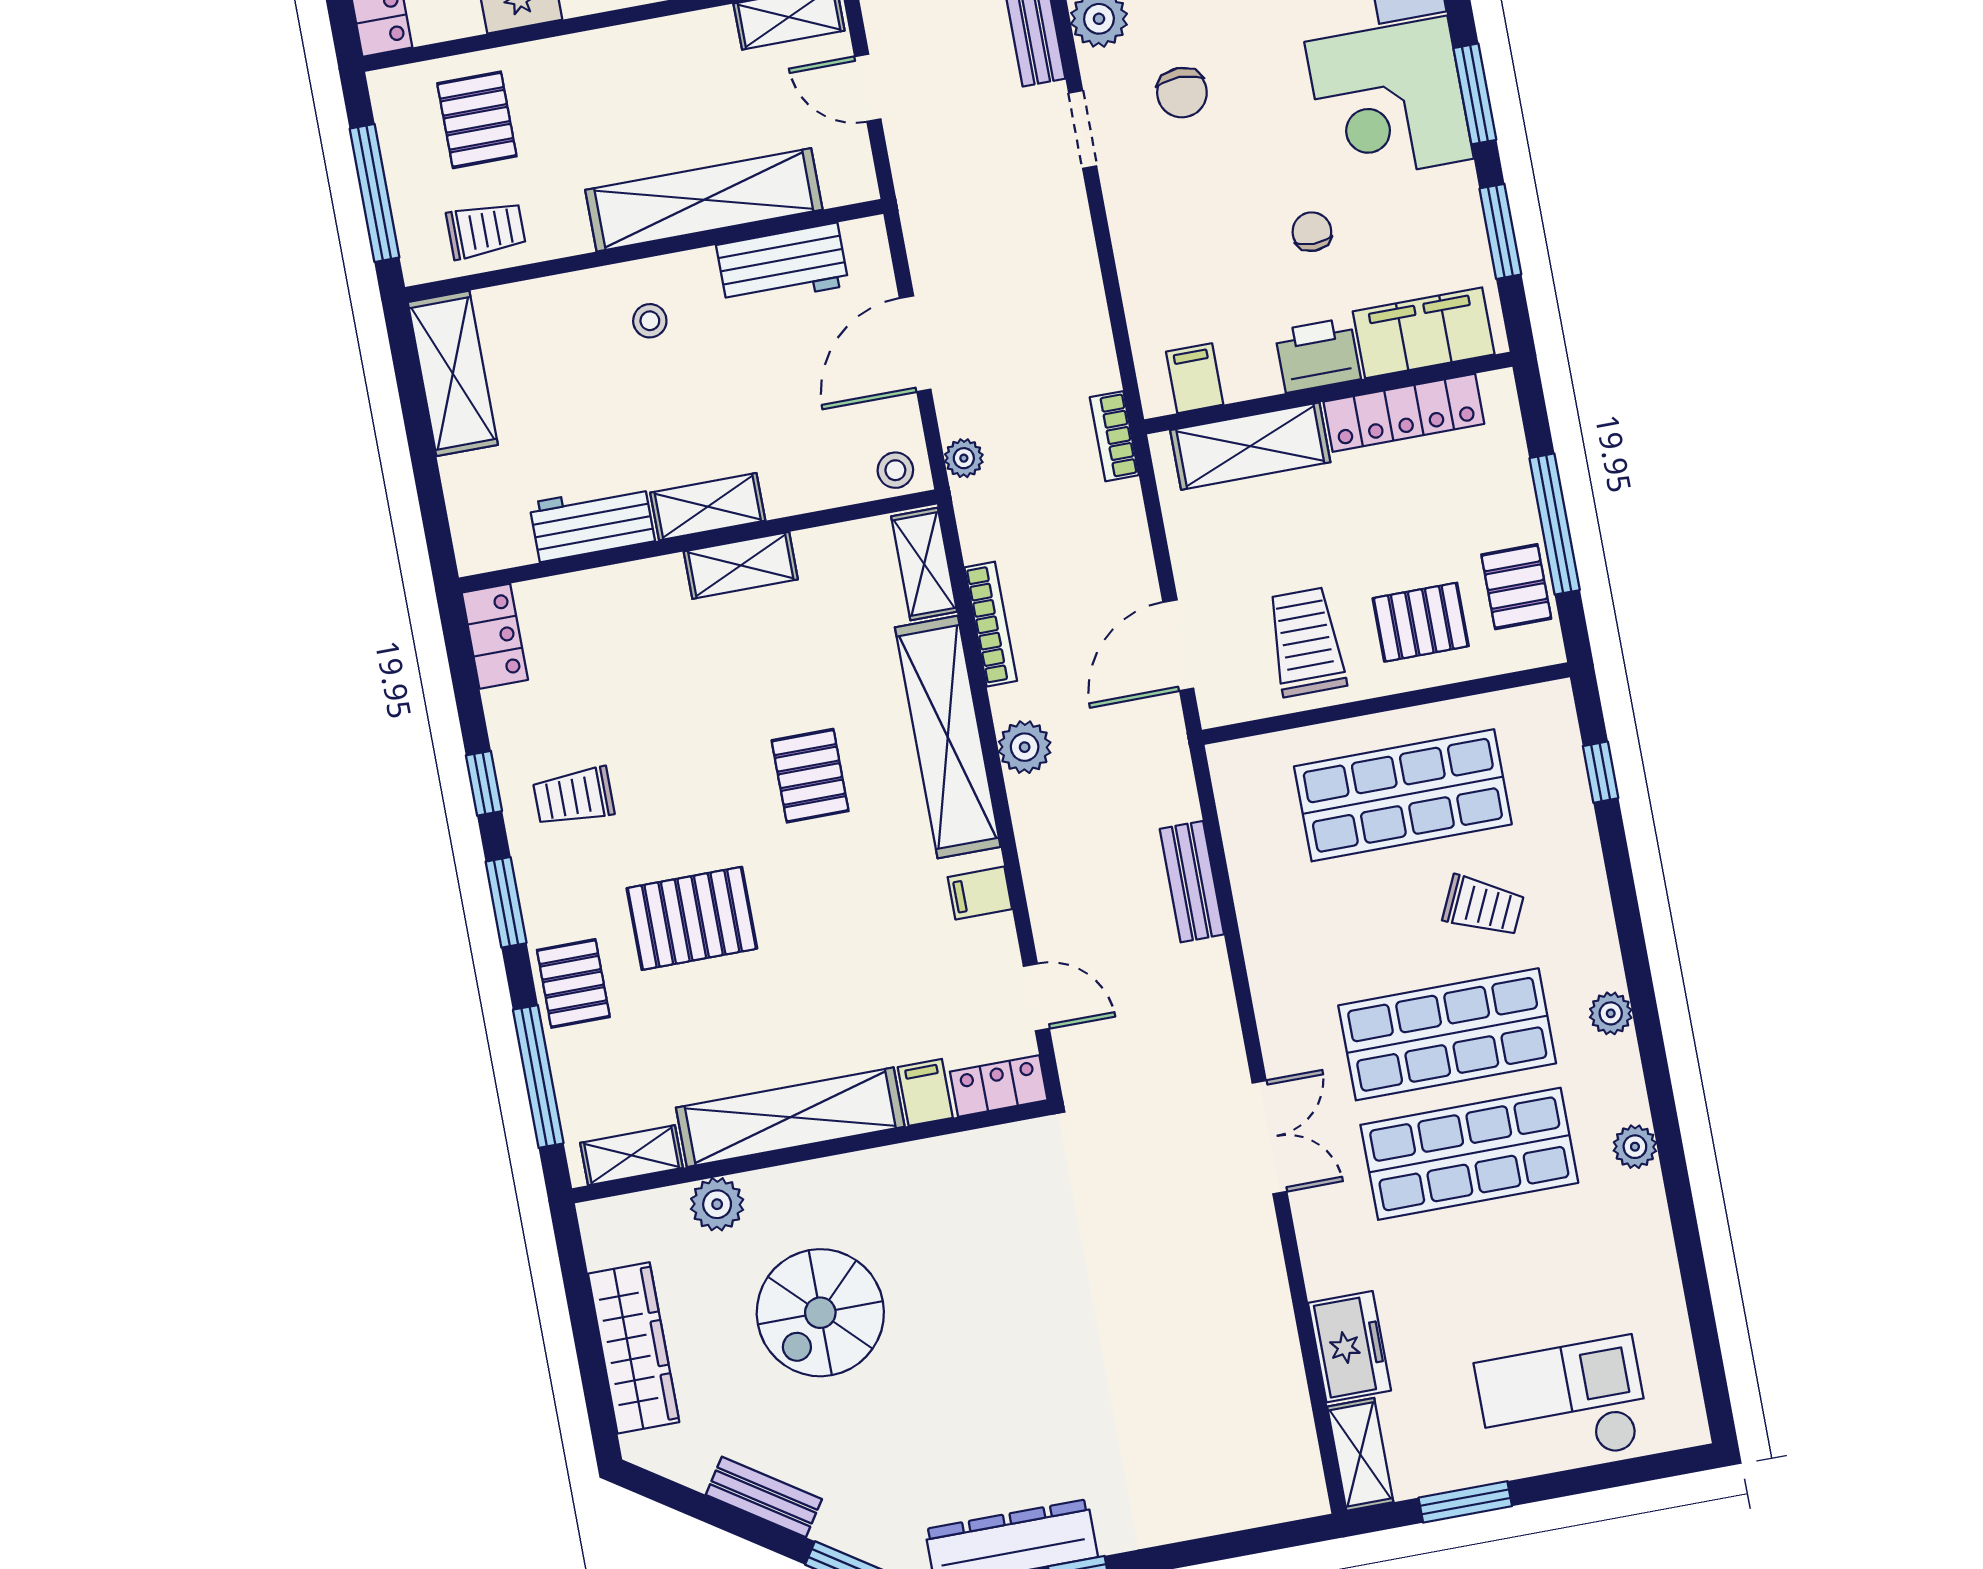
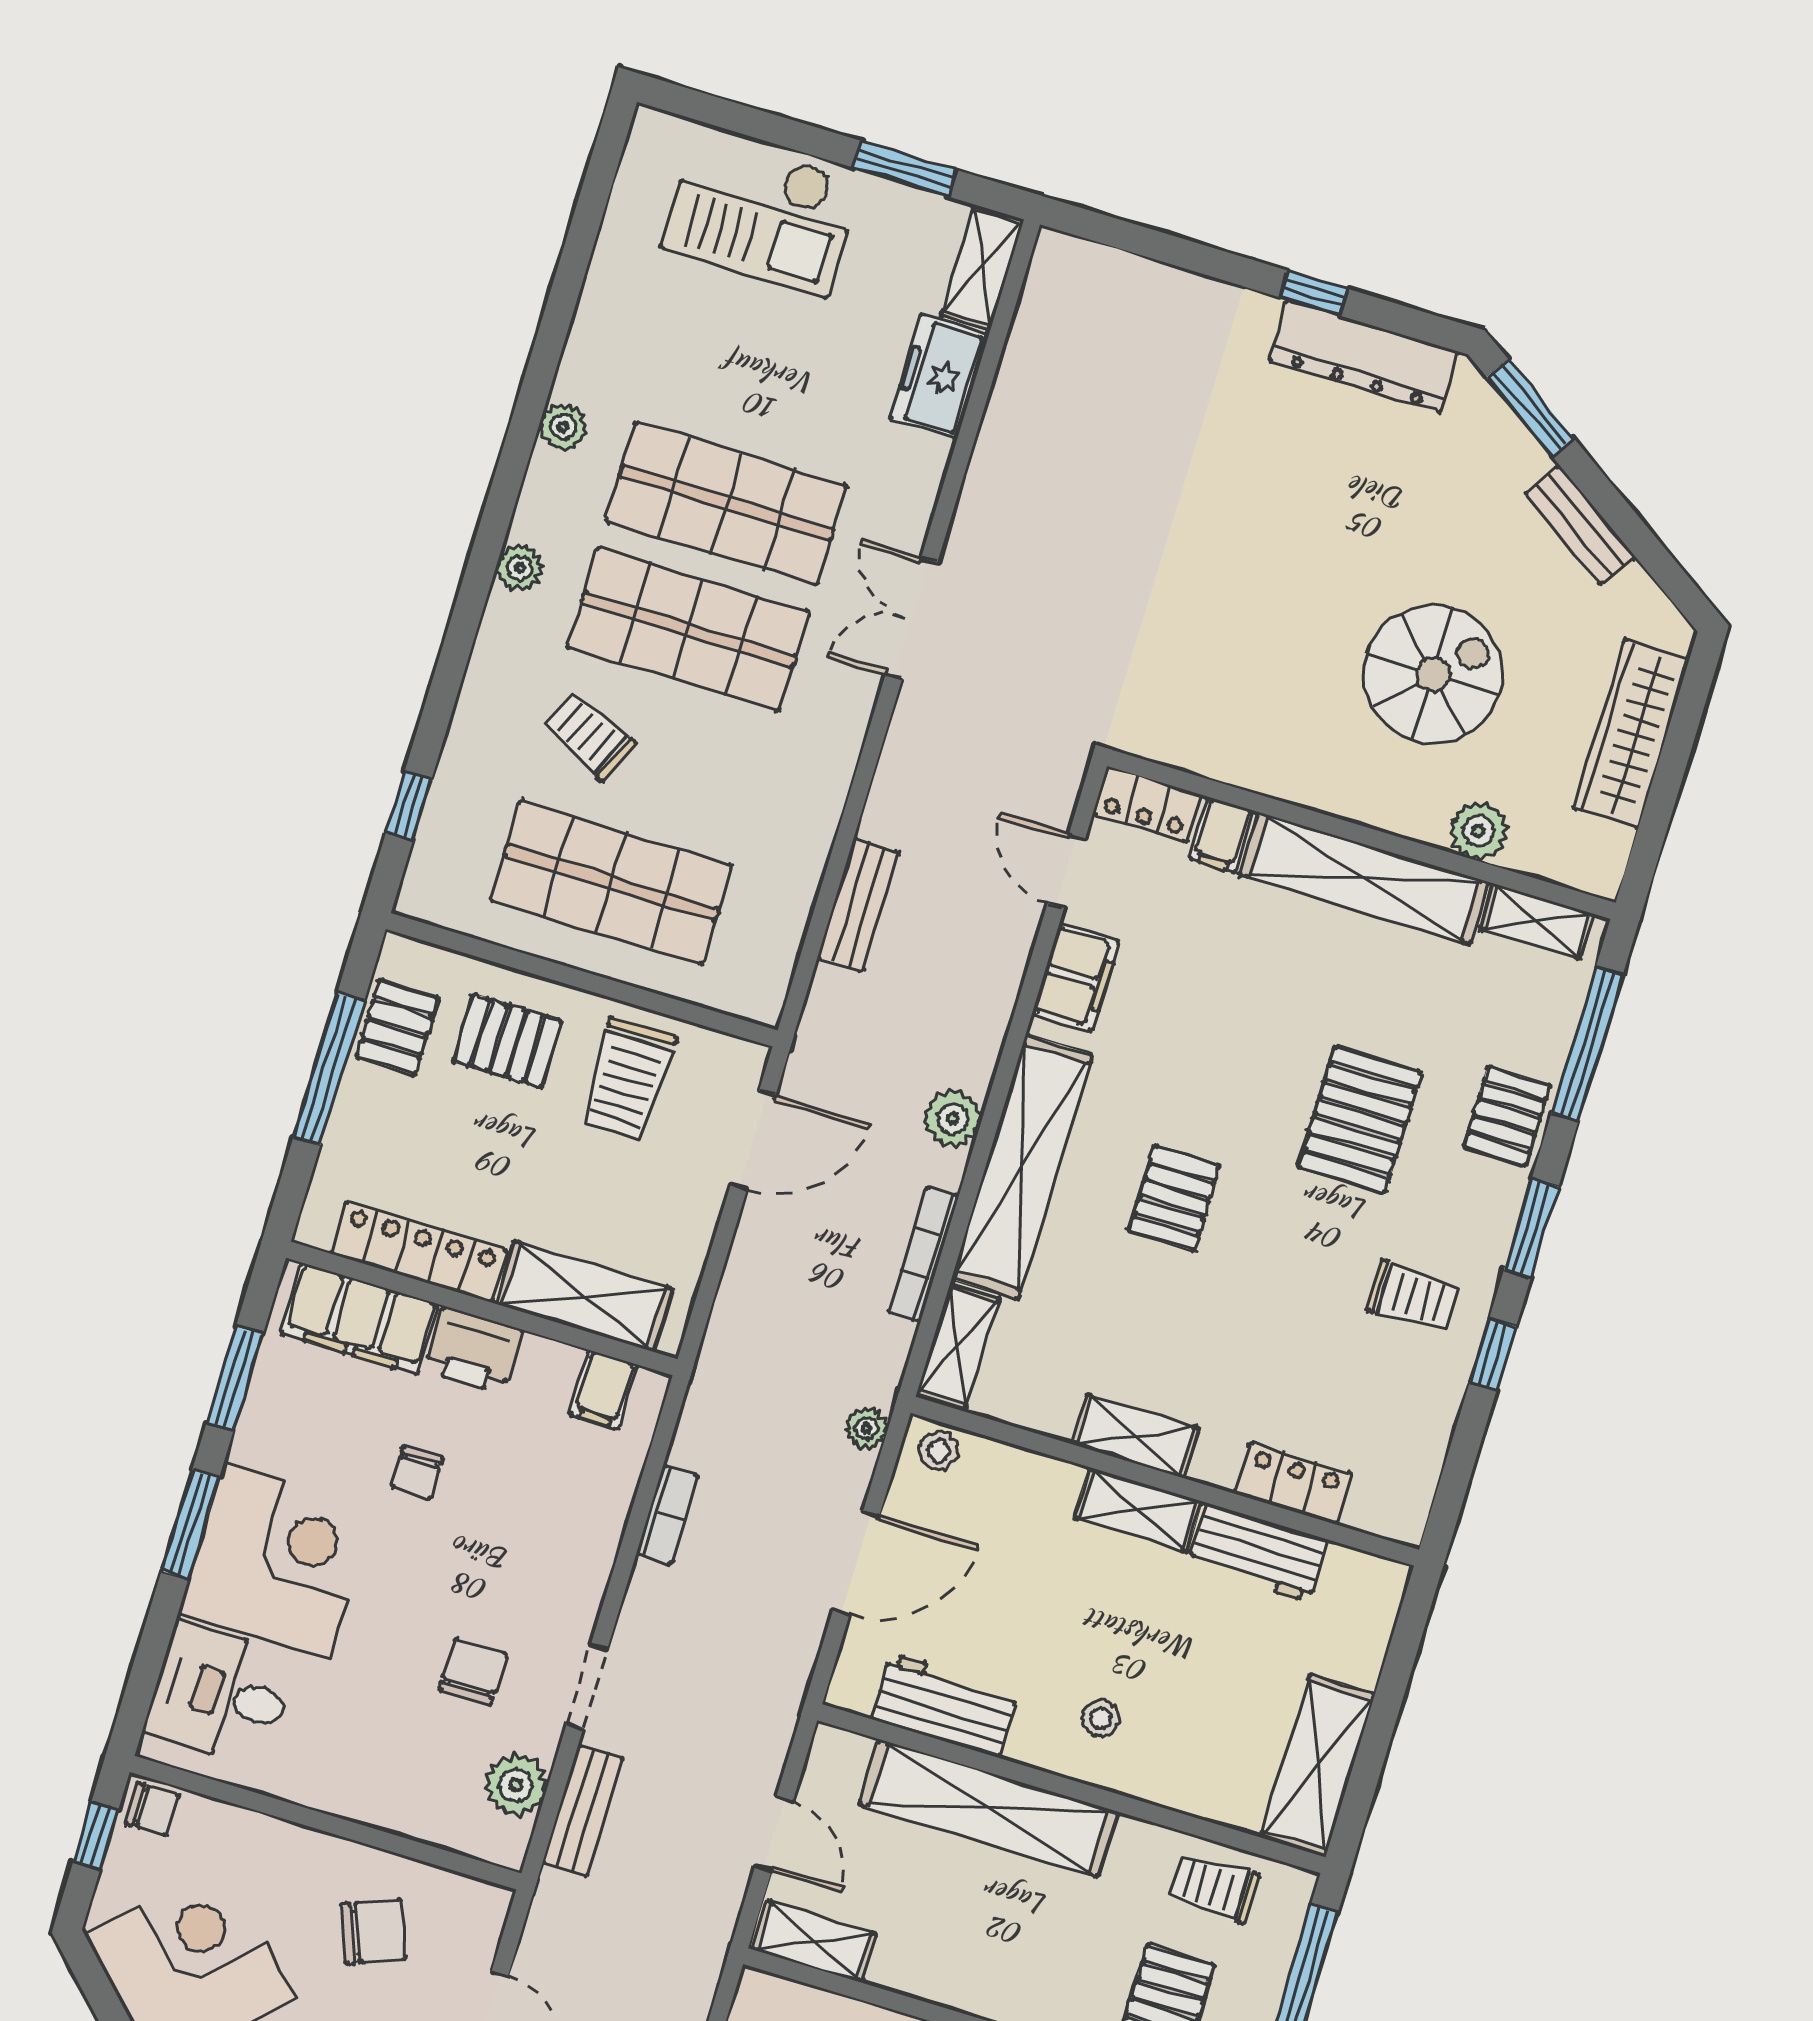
bookcase: (1114, 436) -> (667, 1514), moved
locker: (495, 636) -> (1293, 1483), moved, turned 90
filing cabinet: (980, 893) -> (1076, 977), width x2.00
pallet: (692, 918) -> (1360, 1120), turned 90

